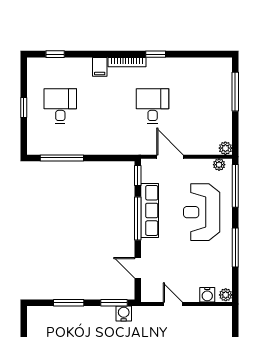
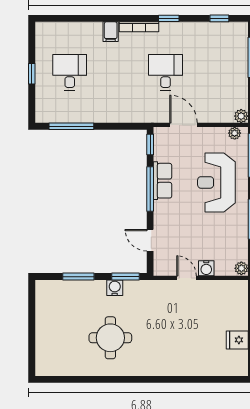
window: (55, 54) -> (219, 18), moved
row of seats: (150, 210) -> (162, 181), width x0.68
water cooler: (207, 295) -> (206, 268), moved
water cooler: (124, 313) -> (115, 288), moved

